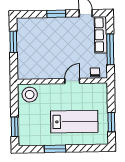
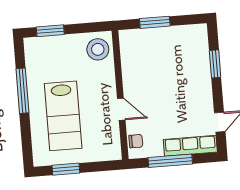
window: (56, 14) -> (215, 64), moved
window: (13, 42) -> (155, 22), moved
window: (55, 149) -> (22, 91), width x1.44

